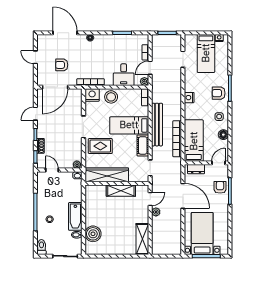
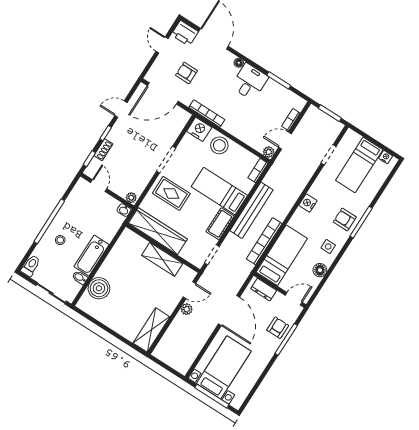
printer: (45, 41) -> (185, 33), added
desk: (124, 75) -> (250, 82), moved, turned 180

